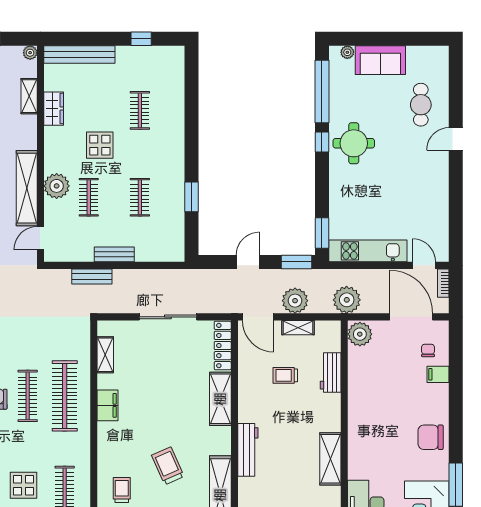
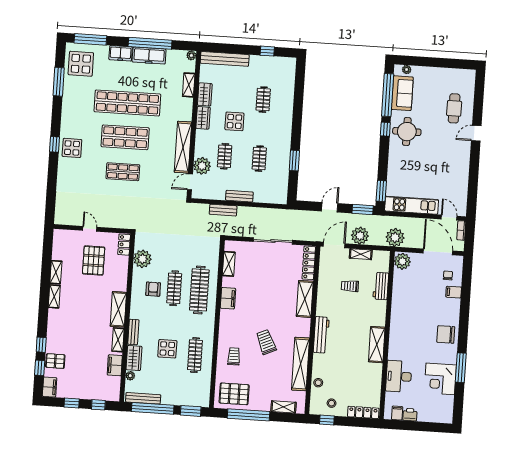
sofa: (380, 60) -> (402, 93), moved, turned -90
wardrobe: (53, 143) -> (203, 118), added
plant: (57, 186) -> (202, 166), moved
door: (258, 317) -> (334, 245), swing flipped

